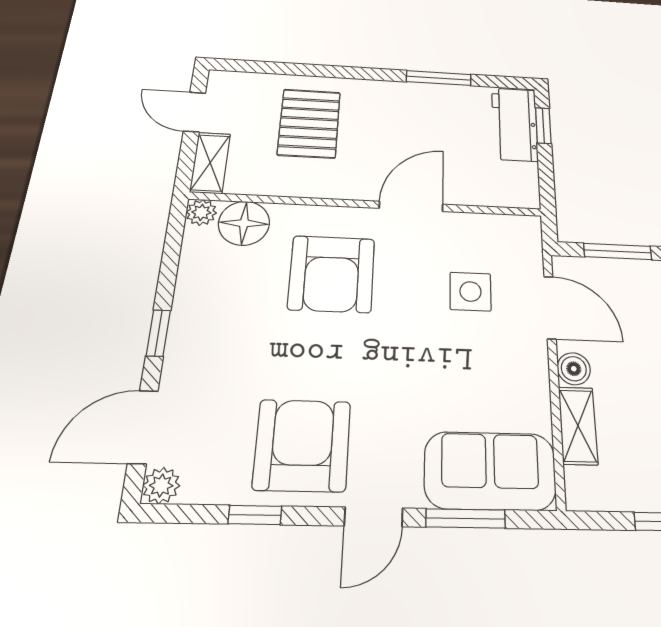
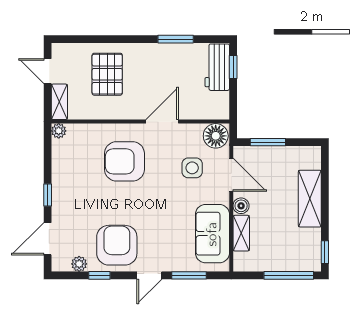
floor lamp: (244, 223) -> (216, 136), moved
armchair: (332, 274) -> (124, 161), turned 90
sofa: (490, 471) -> (212, 234), moved, turned -90
plant: (161, 486) -> (79, 264), moved

